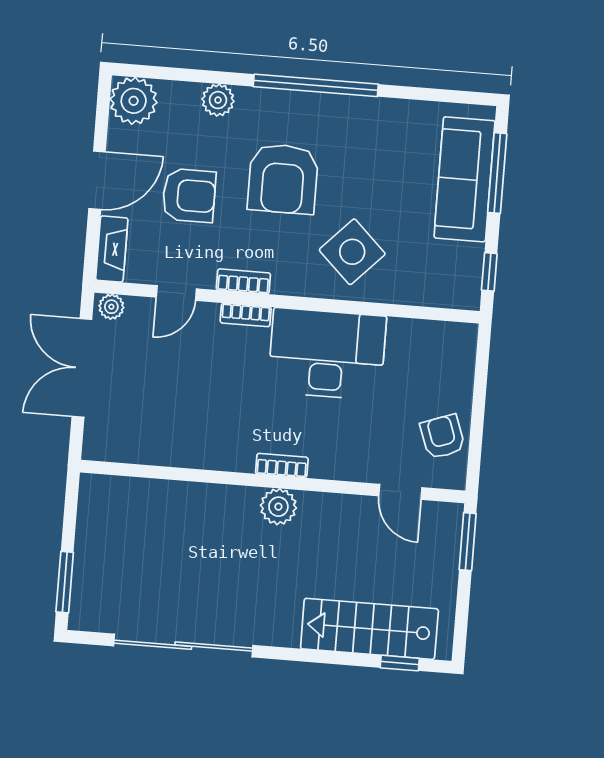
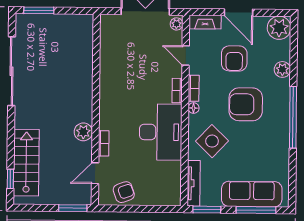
window: (489, 272) -> (207, 210), width x1.50
floor lamp: (283, 284) -> (194, 108), added
tv unit: (435, 295) -> (194, 183), added
bookcase: (282, 466) -> (104, 143), moved
plant: (278, 507) -> (83, 132), moved

